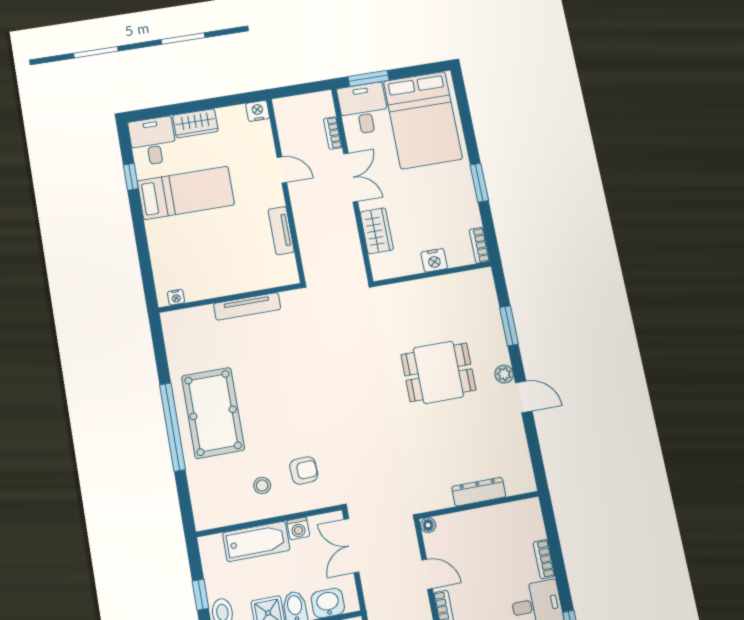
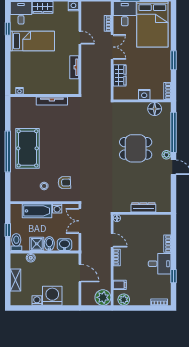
floor lamp: (461, 286) -> (155, 109), added
window: (509, 326) -> (173, 132), width x2.11

